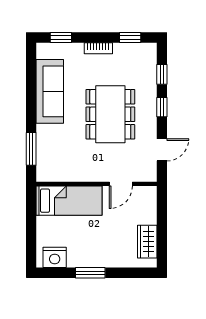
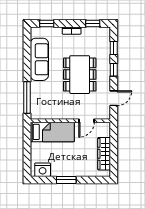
window: (31, 149) -> (27, 98), width x1.44
wardrobe: (147, 242) -> (104, 154), width x1.50

